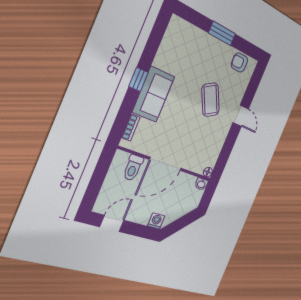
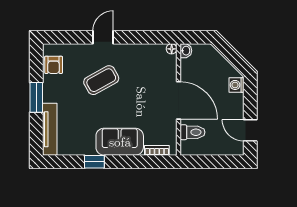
tv unit: (192, 32) -> (50, 129), added
window: (138, 79) -> (94, 162), moved

